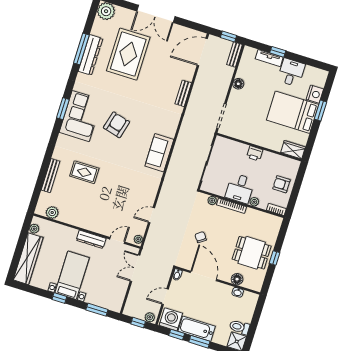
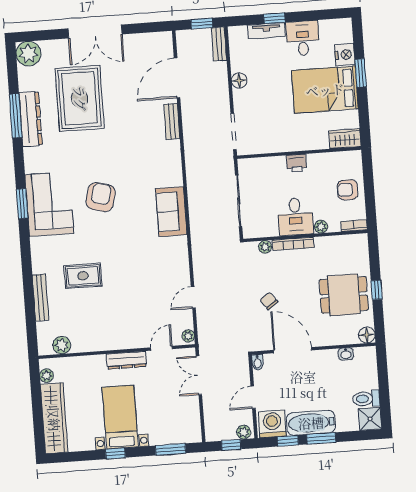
door: (202, 52) -> (177, 78), moved
floor lamp: (237, 279) -> (367, 335), moved

